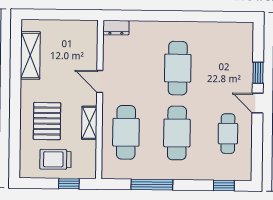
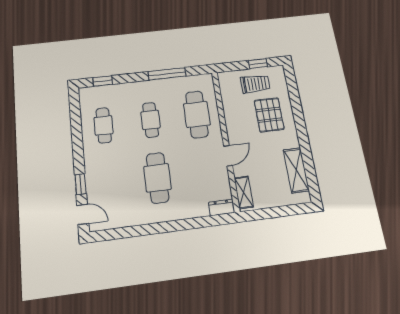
door: (100, 81) -> (228, 156), hinge flipped
door: (258, 103) -> (83, 214), moved
shelving: (89, 123) -> (244, 192), moved
cafe table: (177, 133) -> (151, 120), width x0.73, depth x0.74
window: (69, 184) -> (258, 64), moved

